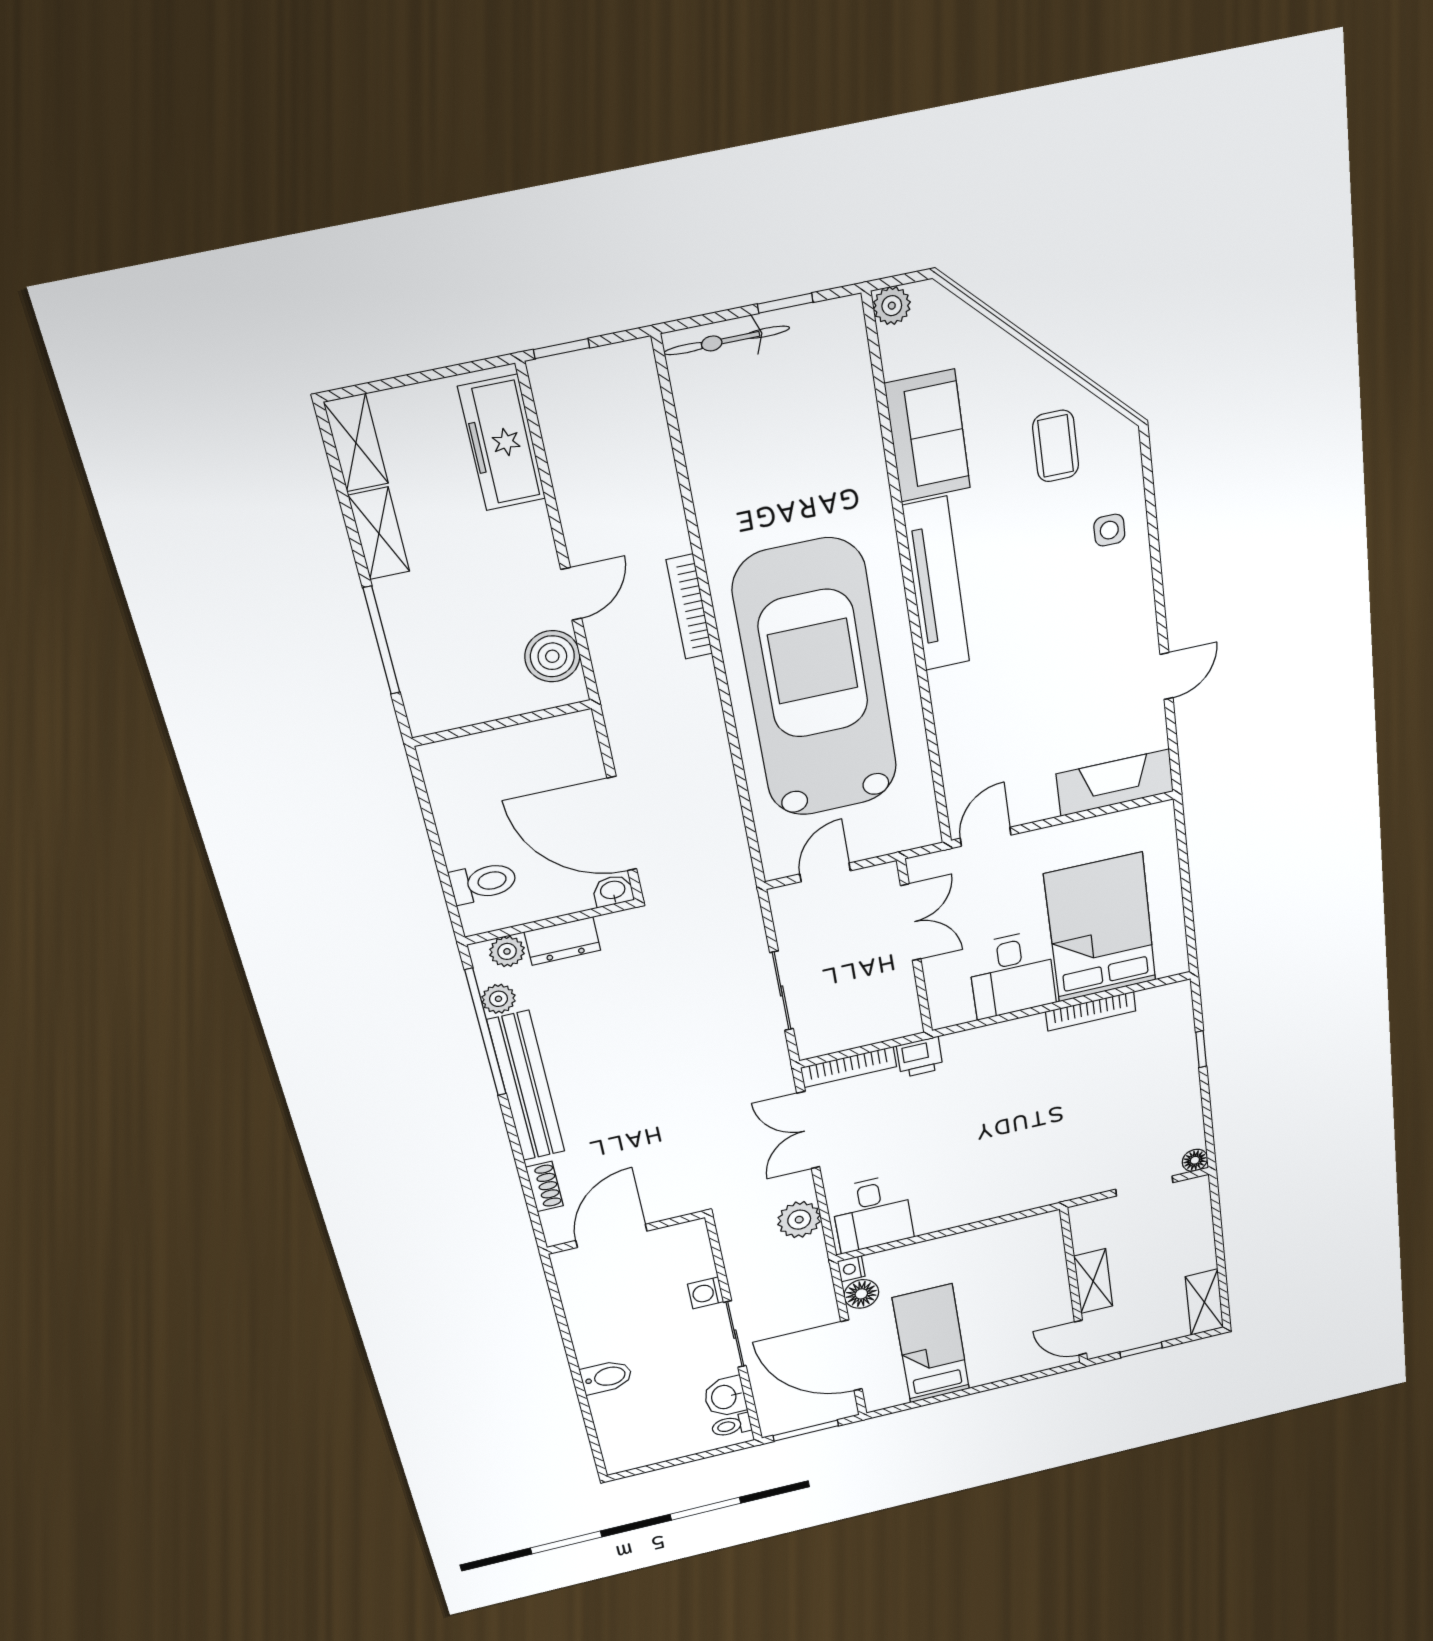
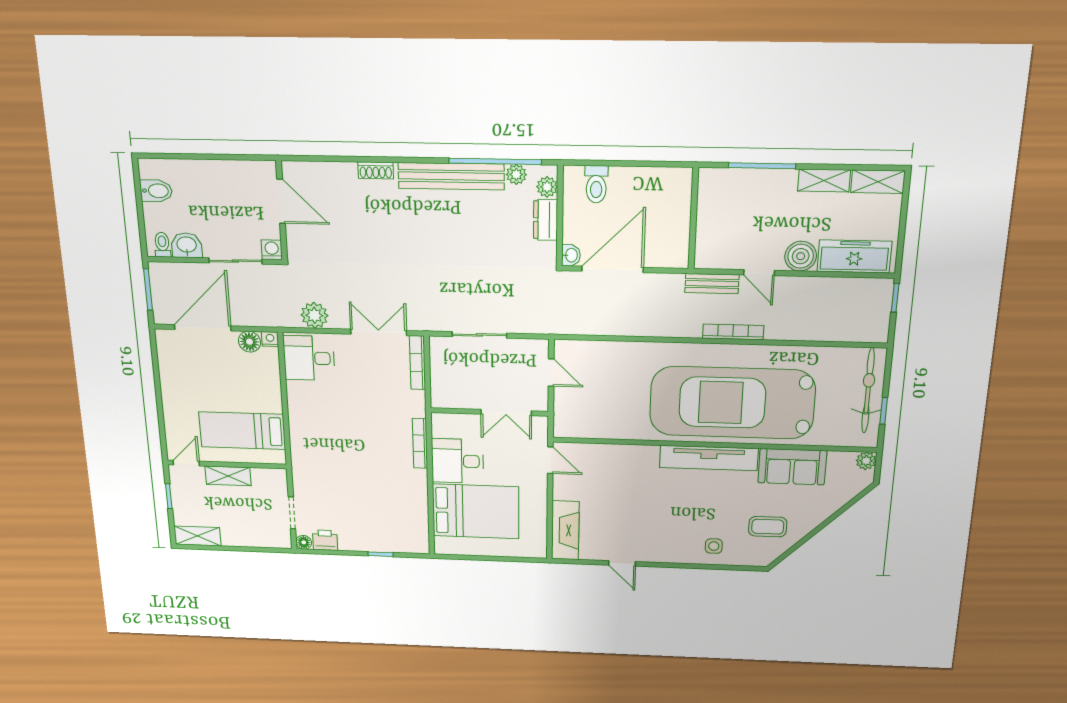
bicycle: (727, 340) -> (868, 391), width x1.37, depth x1.40
boiler: (552, 656) -> (801, 256), moved
bench: (610, 664) -> (712, 284), added
car: (816, 680) -> (732, 403), moved, turned 180
bookcase: (1091, 1011) -> (420, 443), moved
printer: (920, 1057) -> (325, 540), moved, turned 90
wall: (626, 1232) -> (282, 211), moved
door: (611, 1236) -> (281, 201), moved
bed: (931, 1344) -> (242, 431), moved, turned 180
bidet: (606, 1377) -> (156, 191), moved, turned -90

